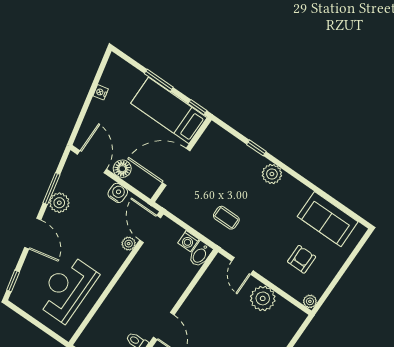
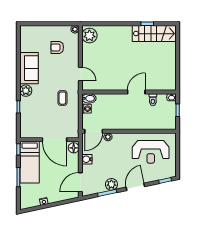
floor lamp: (122, 169) -> (74, 148), moved
sofa: (328, 219) -> (29, 68), moved
door: (242, 266) -> (80, 74), hinge flipped
plant: (263, 298) -> (89, 36), moved

